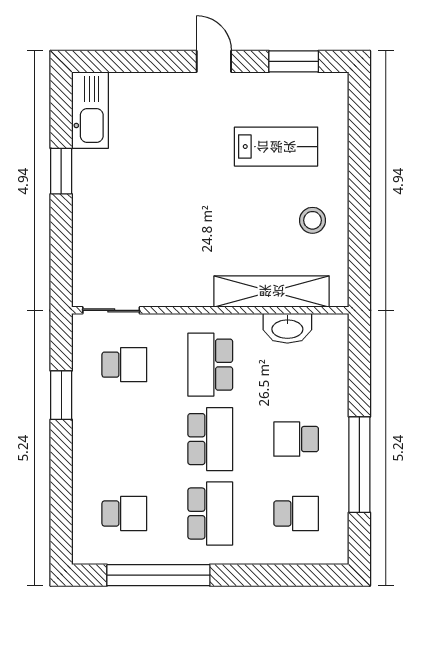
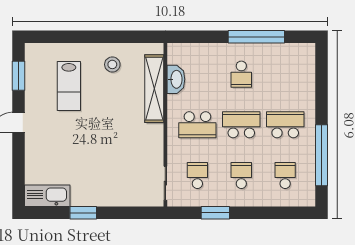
lab bench: (276, 147) -> (69, 86), turned 180
school desk: (296, 513) -> (241, 175), moved

